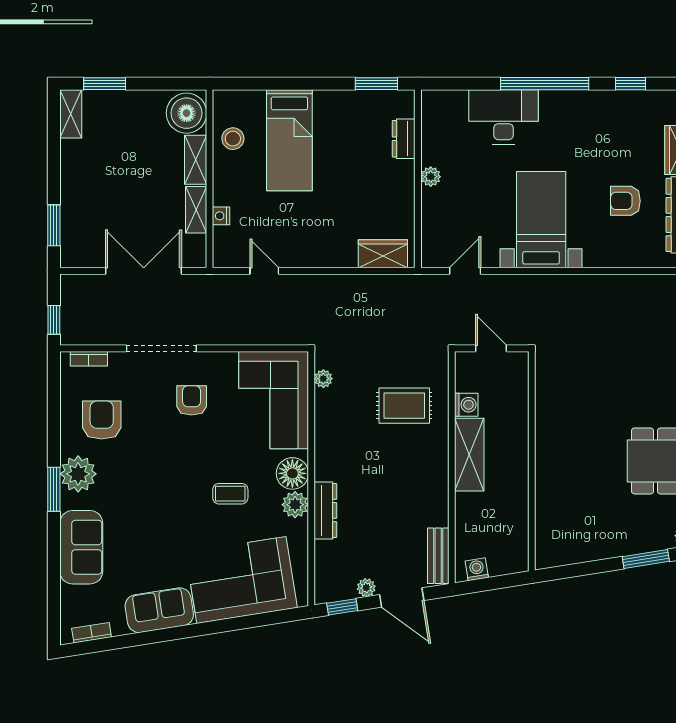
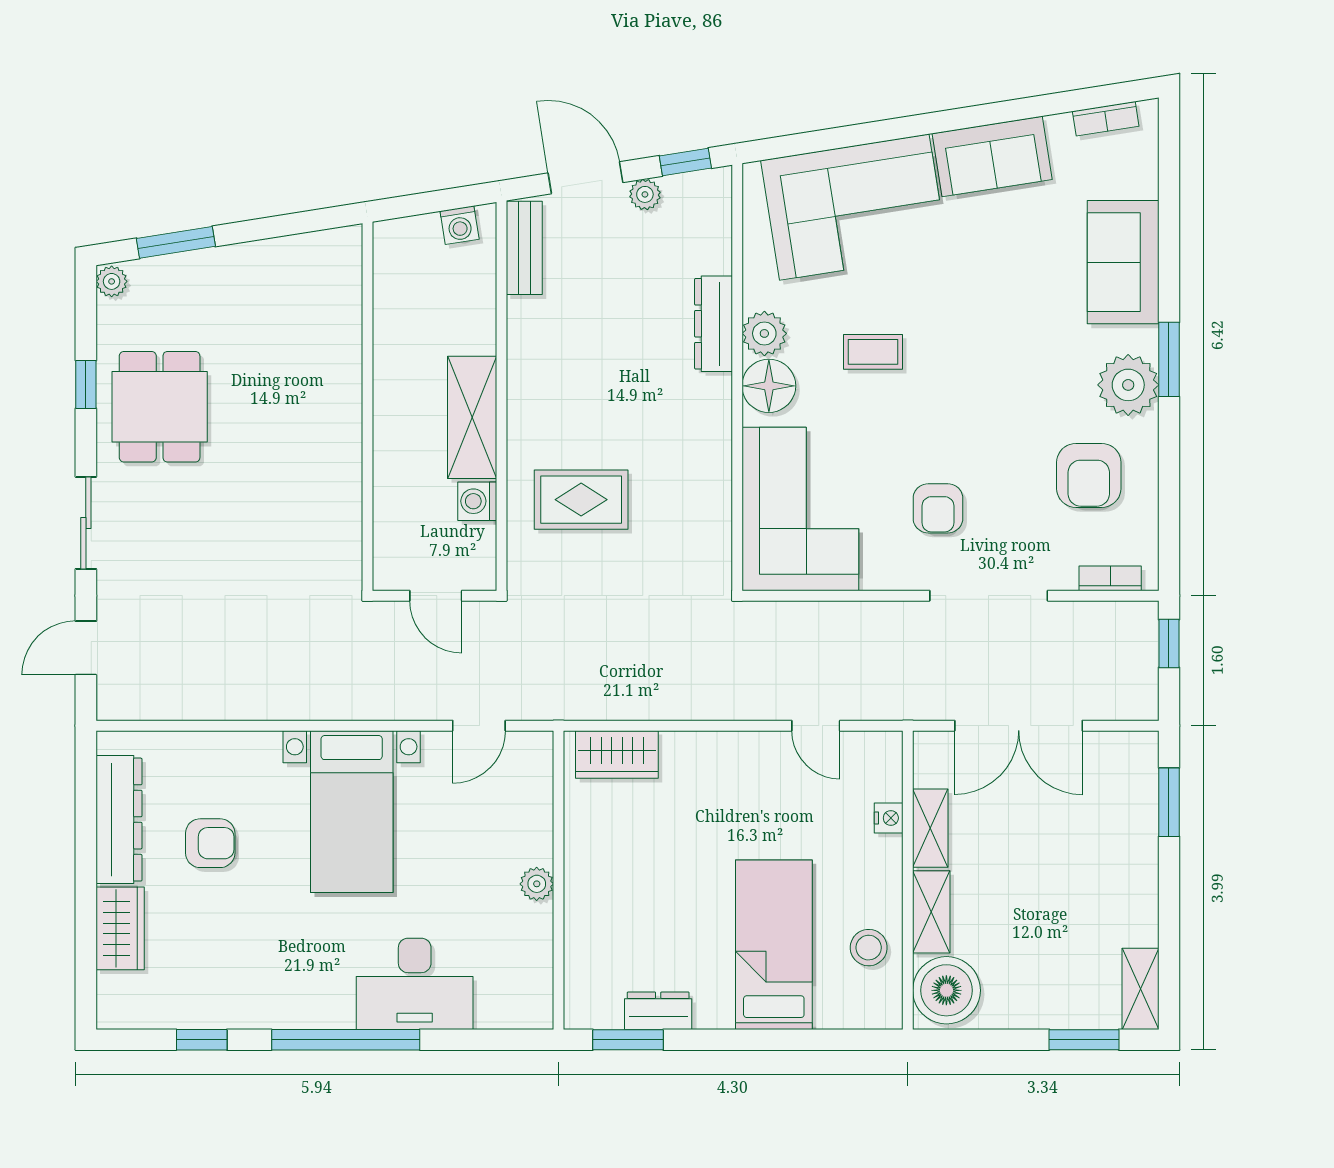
dresser: (404, 139) -> (658, 1011), moved, turned -90
plant: (323, 379) -> (717, 545), removed

